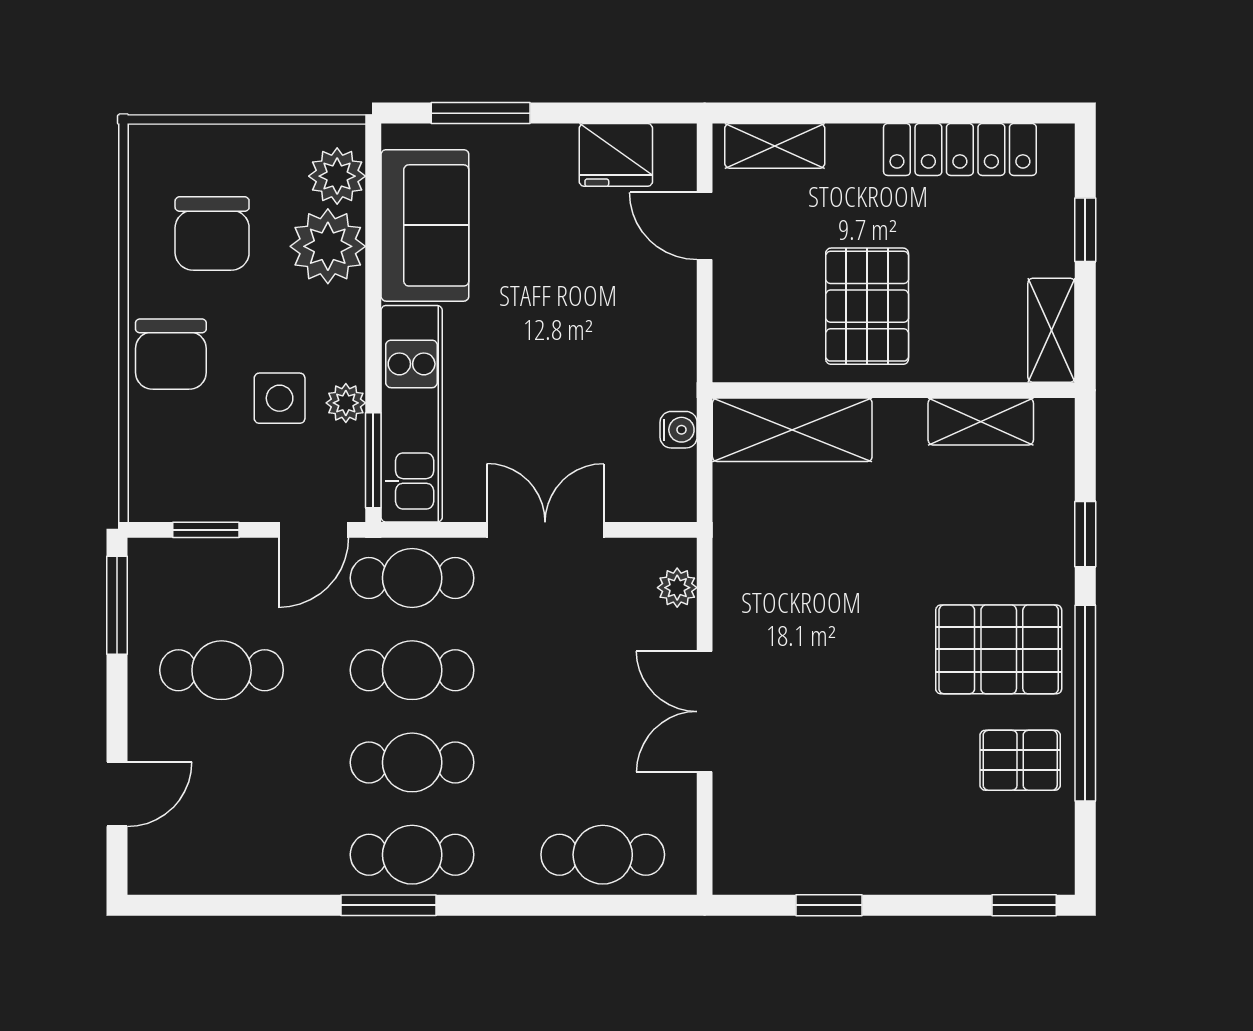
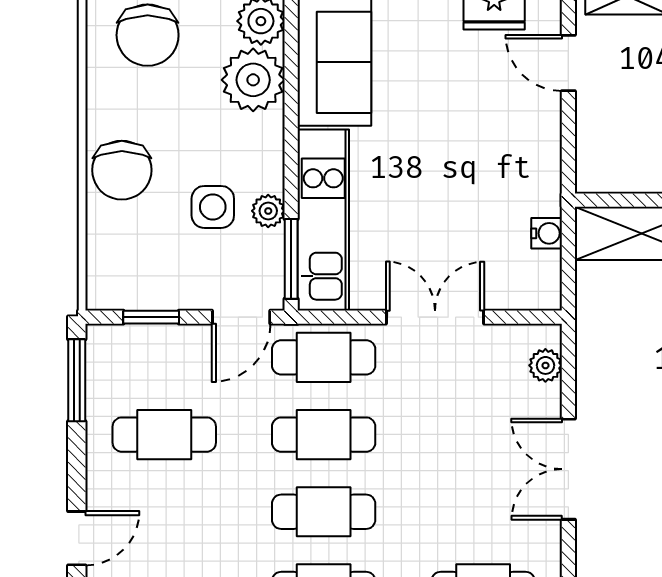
chair: (212, 234) -> (148, 35), moved

